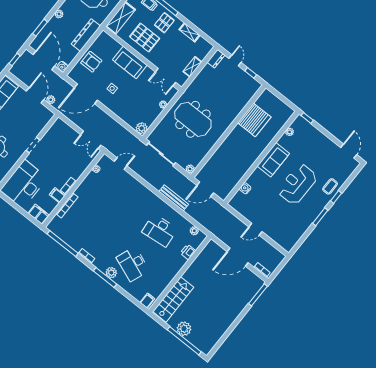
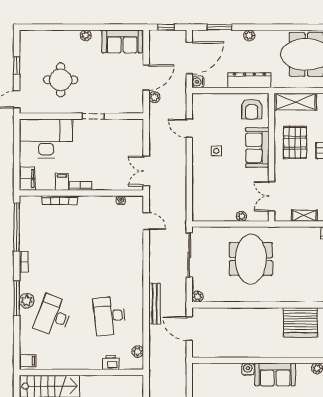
armchair: (91, 62) -> (252, 109), moved
door: (86, 94) -> (189, 128), width x0.53
plant: (142, 128) -> (200, 214), removed
water cooler: (245, 188) -> (248, 369), moved

